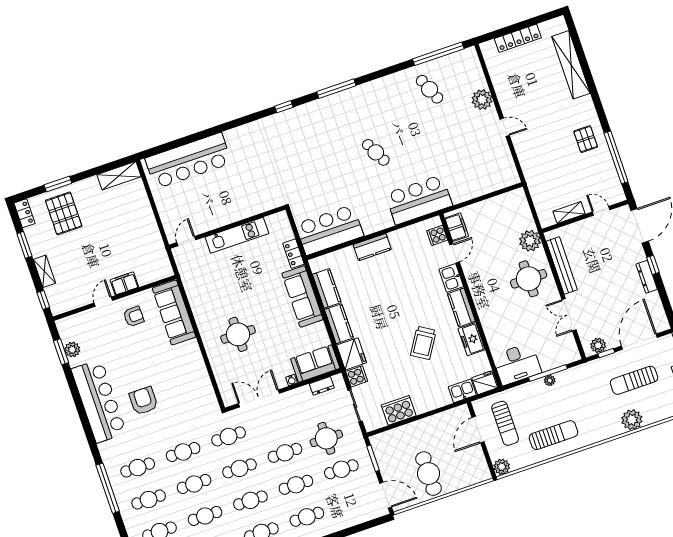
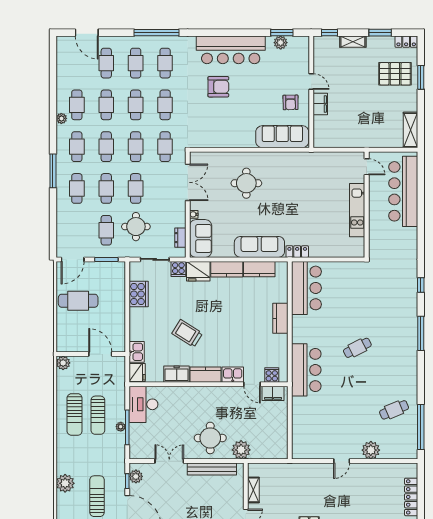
wall: (227, 227) -> (367, 205), moved
kitchen unit: (237, 235) -> (357, 210), moved
door: (186, 241) -> (367, 167), moved
sun lounger: (505, 423) -> (98, 415), moved, turned -90

